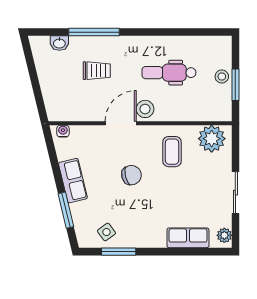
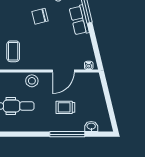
door: (121, 123) -> (63, 71), moved
chair: (131, 175) -> (40, 16), moved
row of seats: (73, 181) -> (79, 20), moved

